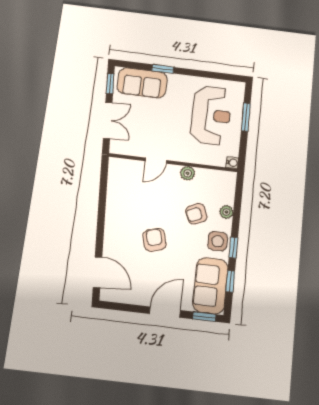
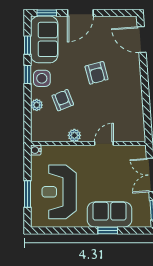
sofa: (142, 83) -> (109, 215), moved
armchair: (196, 214) -> (63, 100), turned -89

